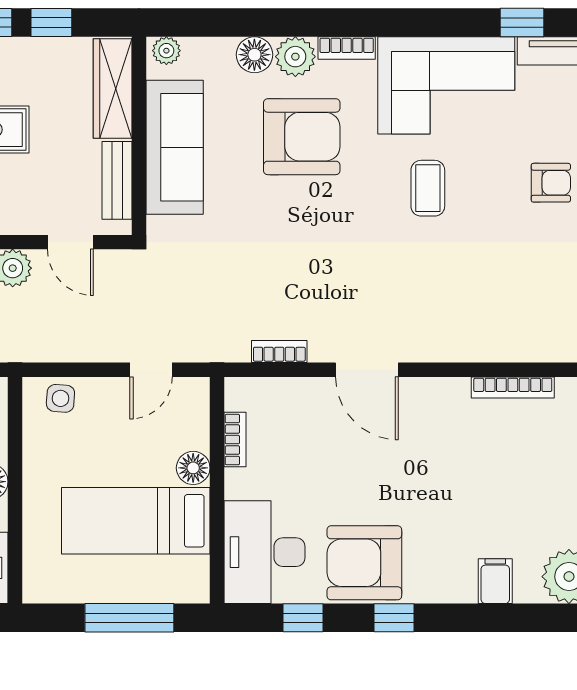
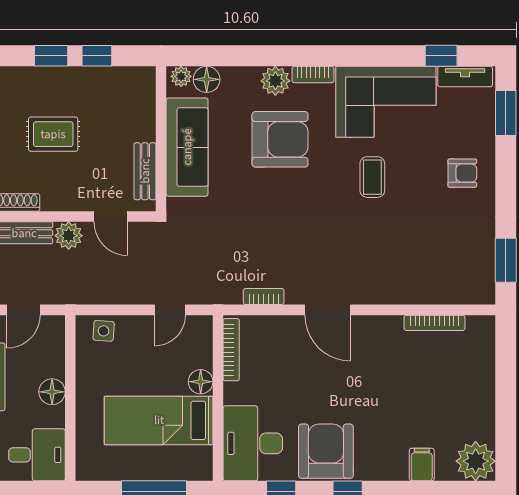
floor lamp: (254, 55) -> (207, 79), moved
wardrobe: (113, 89) -> (142, 104), removed
bookcase: (235, 440) -> (231, 350), width x1.56
armchair: (364, 563) -> (326, 451), turned 90

